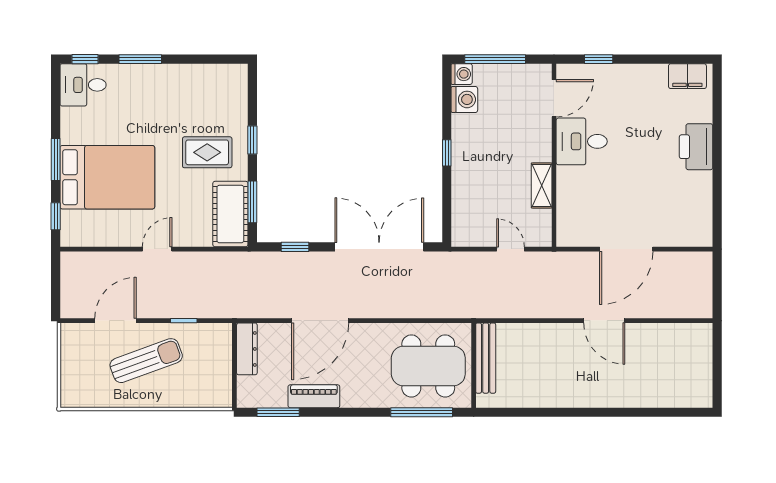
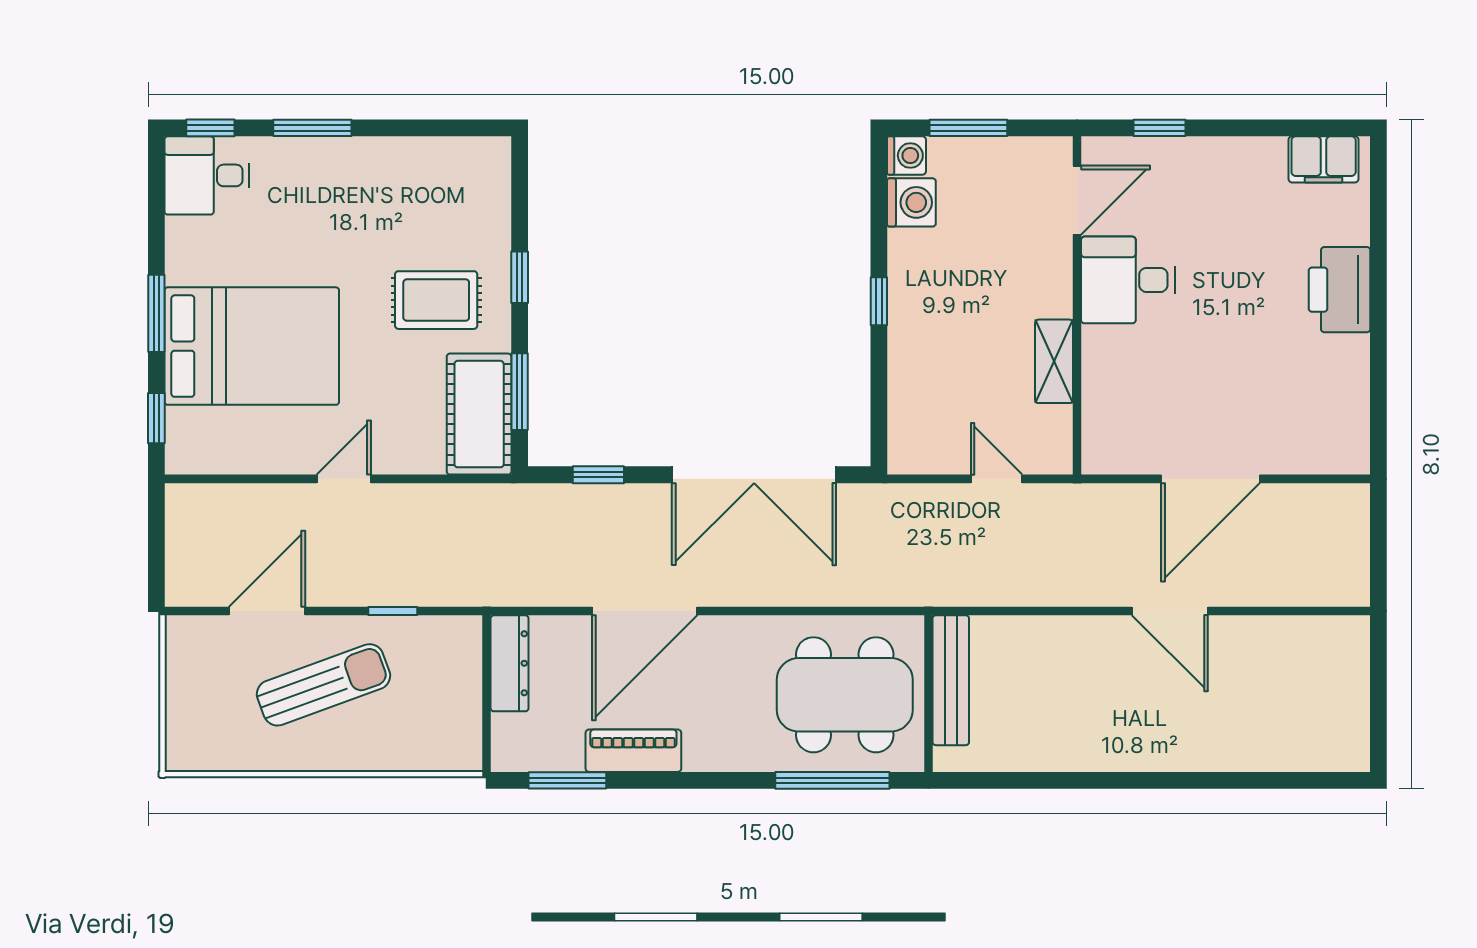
window: (495, 59) -> (968, 128), width x0.69
double door: (379, 247) -> (754, 475), swing flipped

